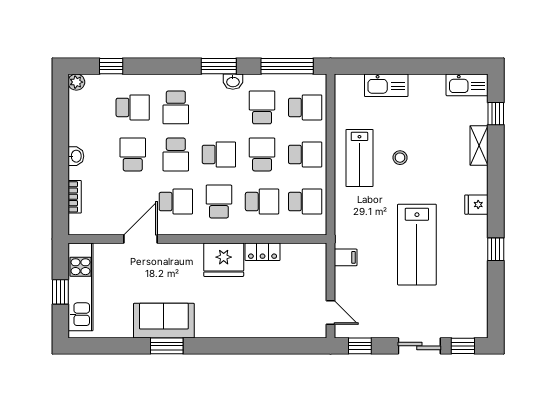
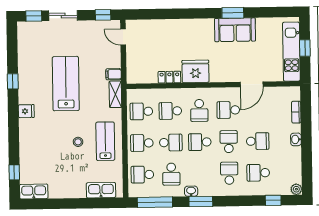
kitchen sink: (386, 85) -> (101, 190), moved
shelving: (479, 145) -> (115, 94), moved
school desk: (133, 154) -> (258, 141), turned -90
school desk: (262, 154) -> (171, 143), turned -90

